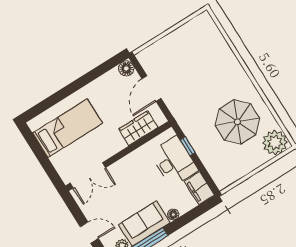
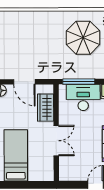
window: (188, 146) -> (79, 82), width x2.17
double door: (88, 175) -> (56, 141), moved

